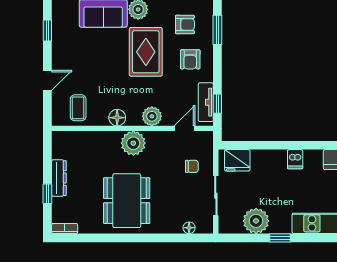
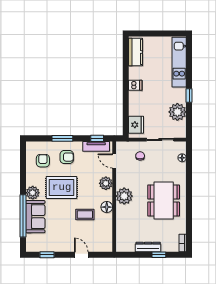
window: (217, 30) -> (62, 138), moved
coffee table: (78, 108) -> (85, 215), moved
dining table: (127, 201) -> (164, 201), turned 90

